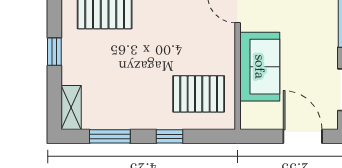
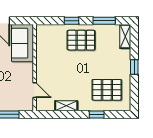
sofa: (260, 67) -> (22, 43), moved
pallet: (199, 94) -> (81, 40), moved

